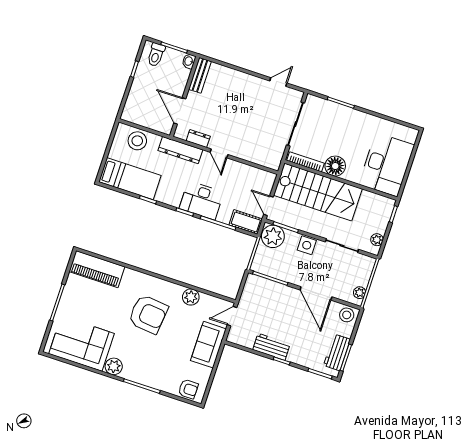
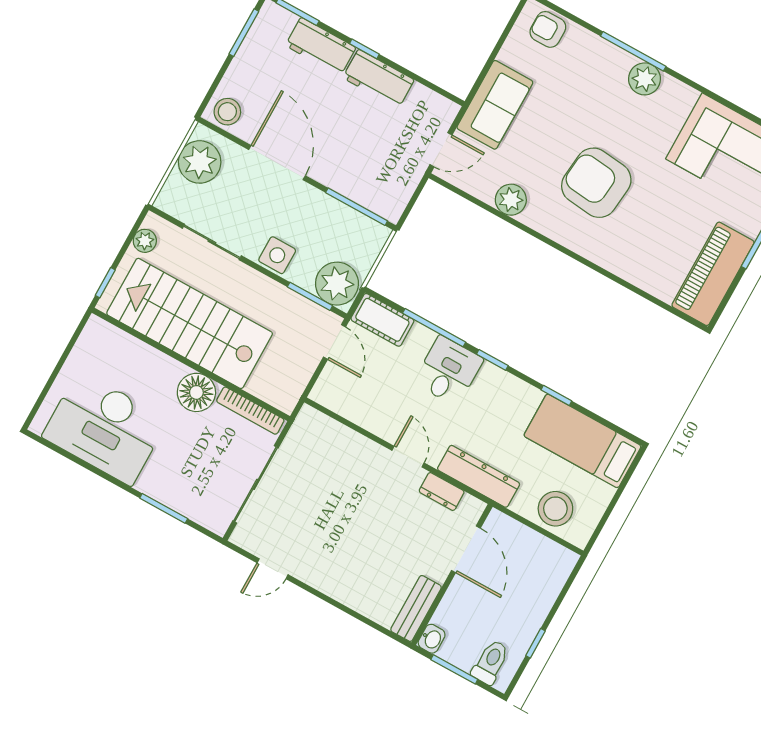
desk: (386, 165) -> (105, 428), moved, turned -90
stairs: (318, 192) -> (190, 323), moved
desk: (202, 200) -> (448, 371), width x0.73
piano: (97, 269) -> (713, 274), moved, turned -90
plant: (360, 293) -> (200, 162), width x1.87, depth x1.87
workbench: (337, 352) -> (321, 47), moved, turned 90
plant: (114, 366) -> (645, 79), moved

